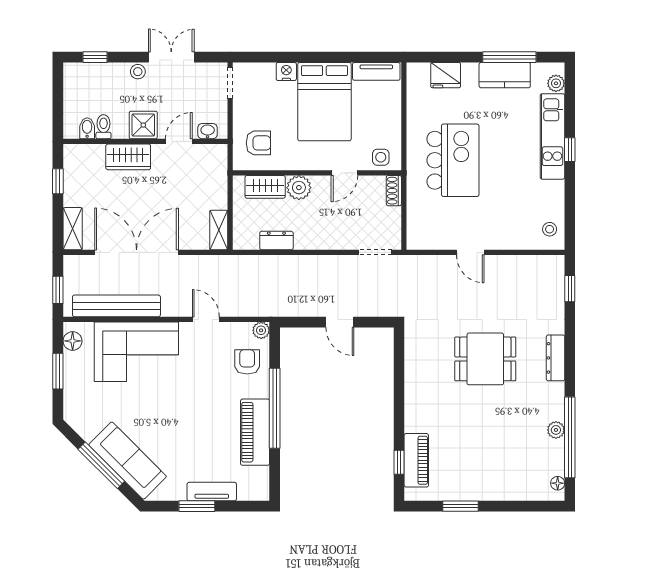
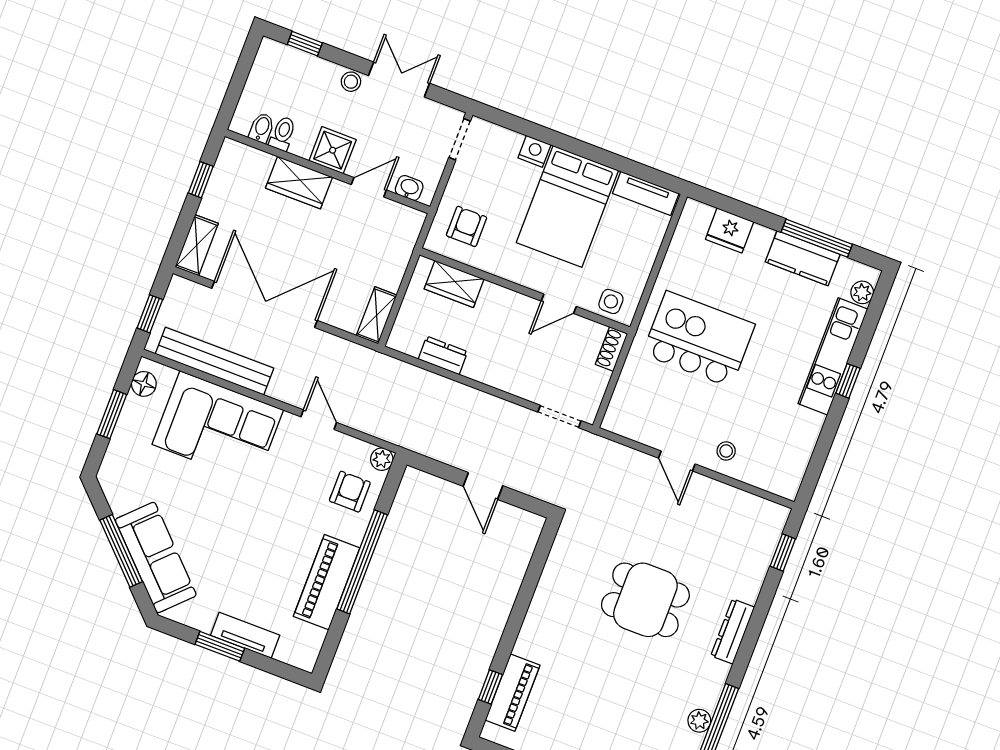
armchair: (258, 143) -> (466, 226), turned -90
kitchen island: (453, 160) -> (699, 339), turned -90
plant: (299, 188) -> (496, 301), removed
stool: (550, 229) -> (726, 451), moved

